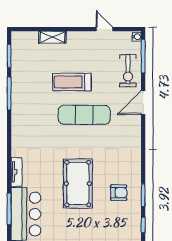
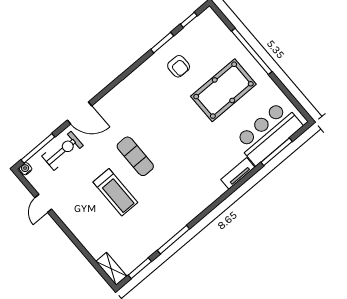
shelving: (52, 37) -> (111, 269), moved
exercise mat: (84, 115) -> (135, 156), width x0.73, depth x0.69
pool table: (78, 184) -> (223, 90), moved
armchair: (119, 193) -> (179, 66), turned 180

